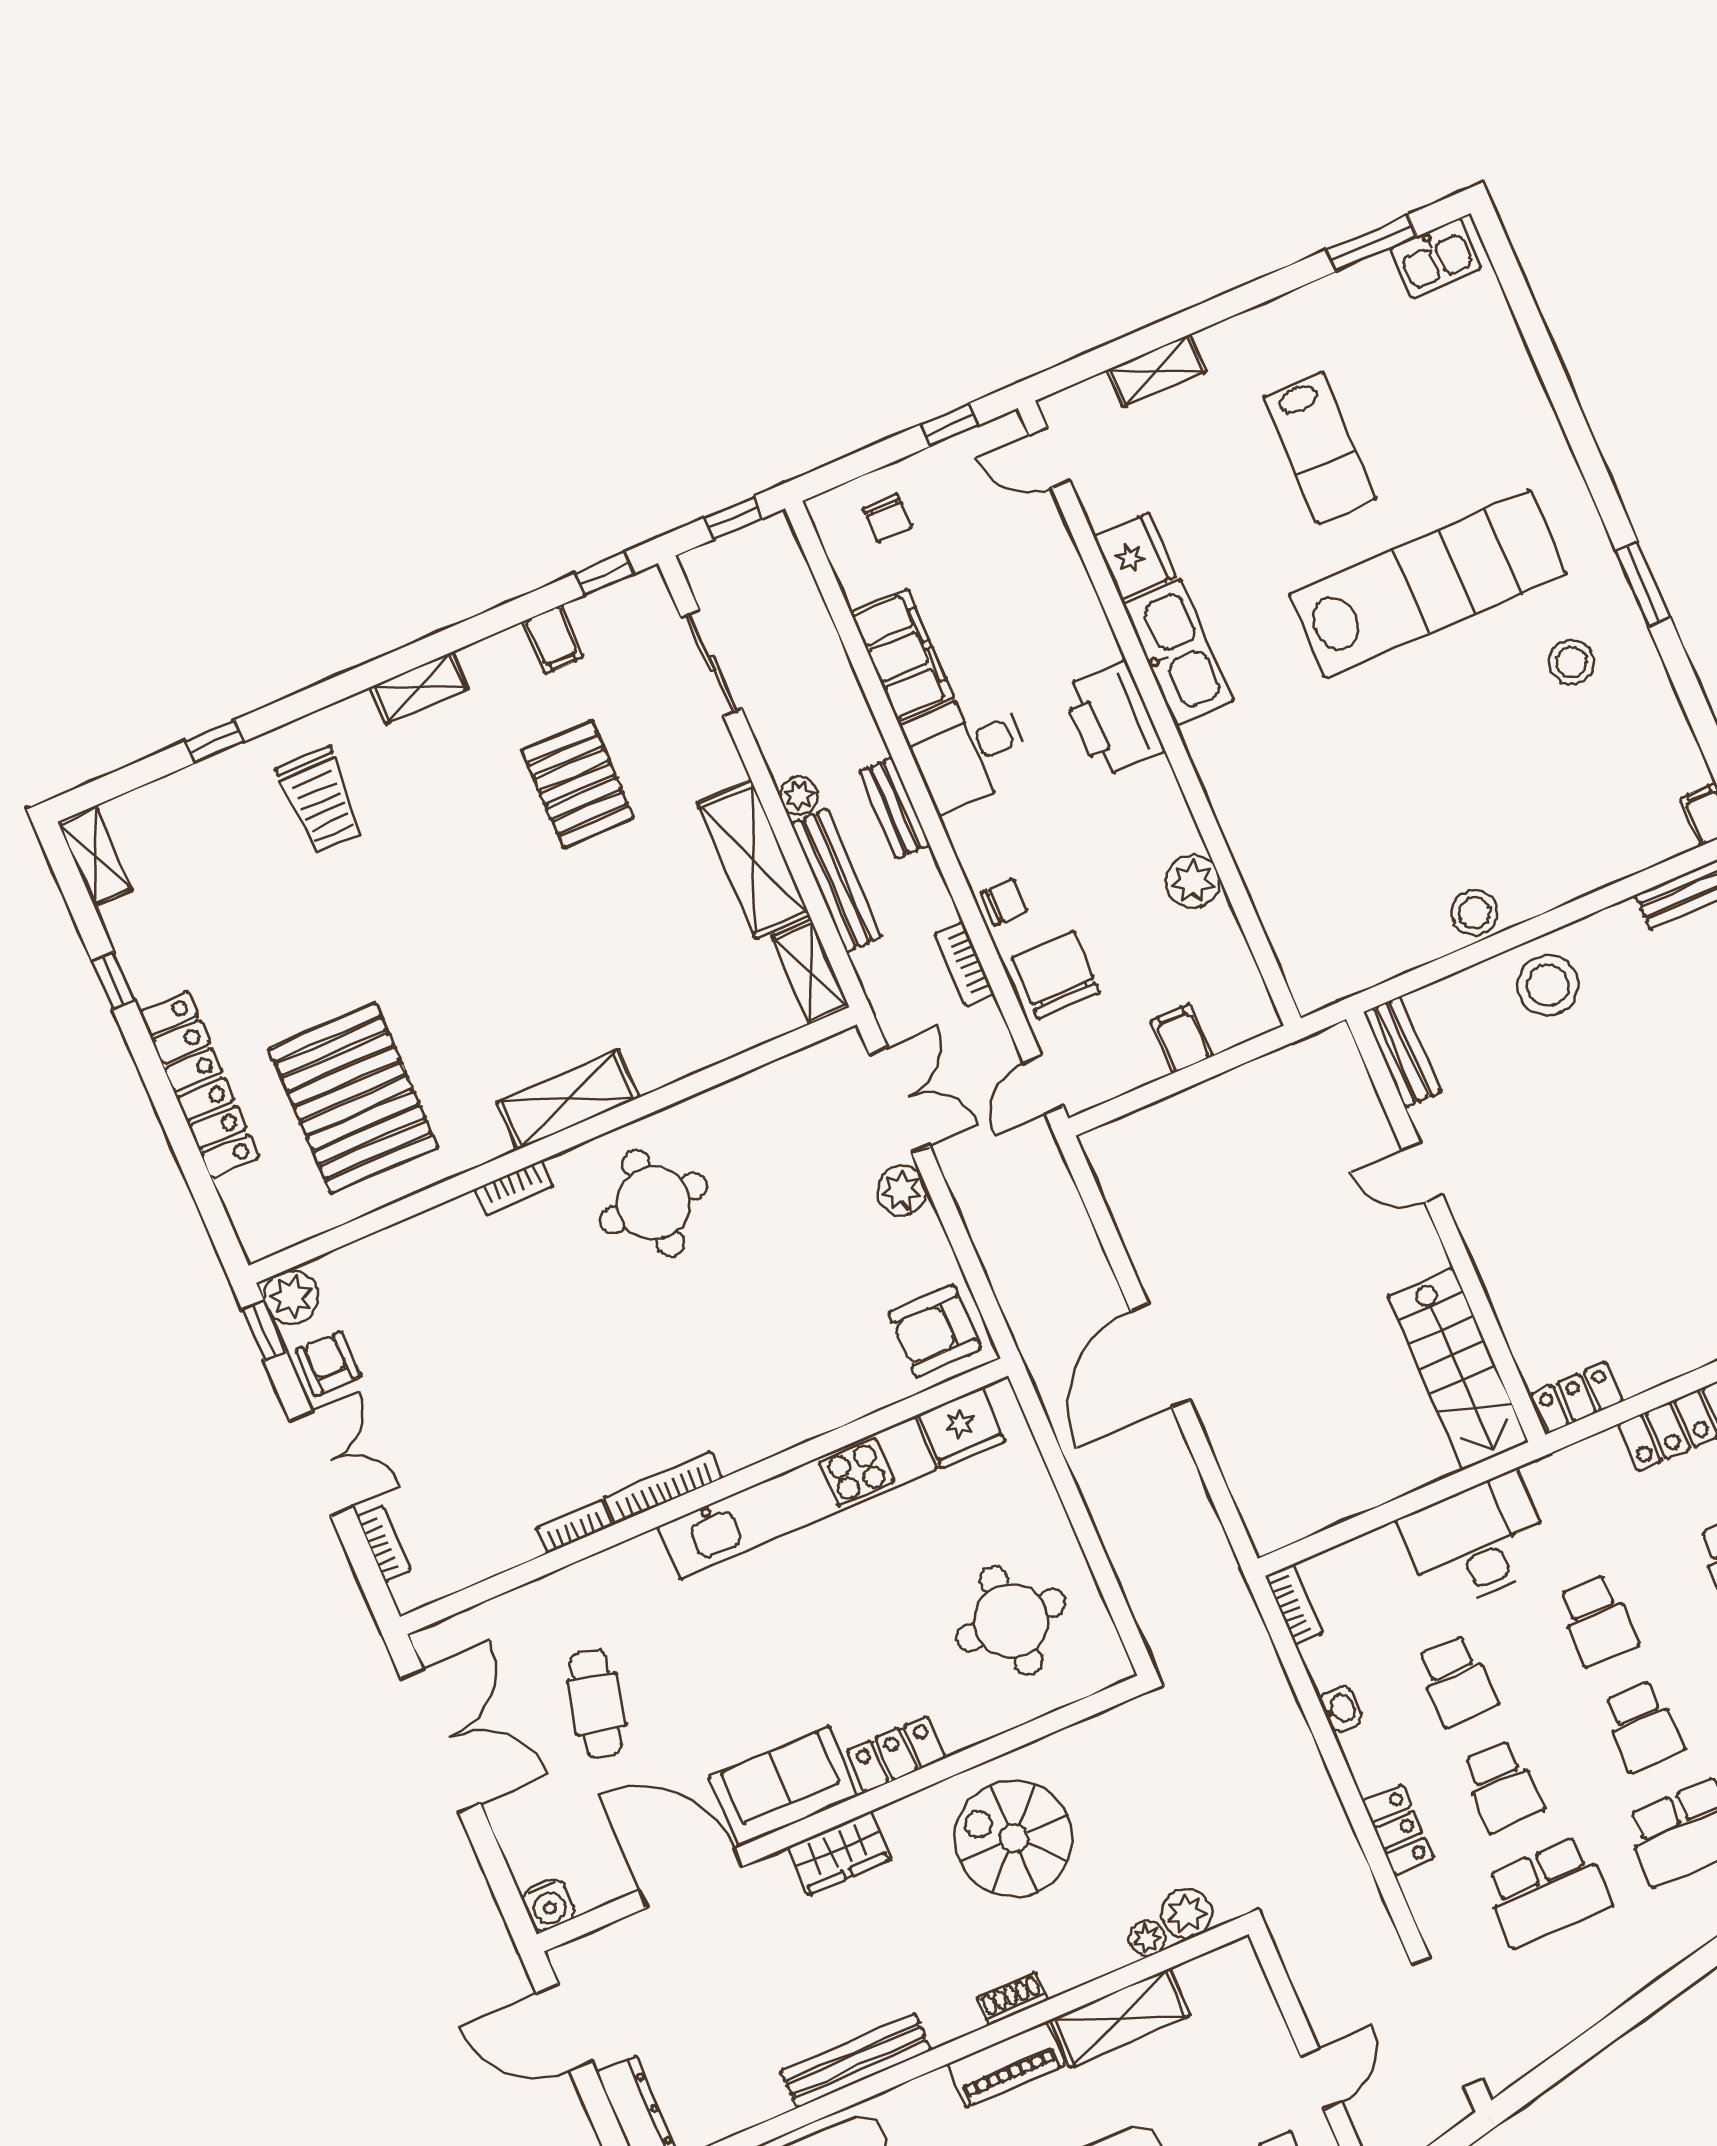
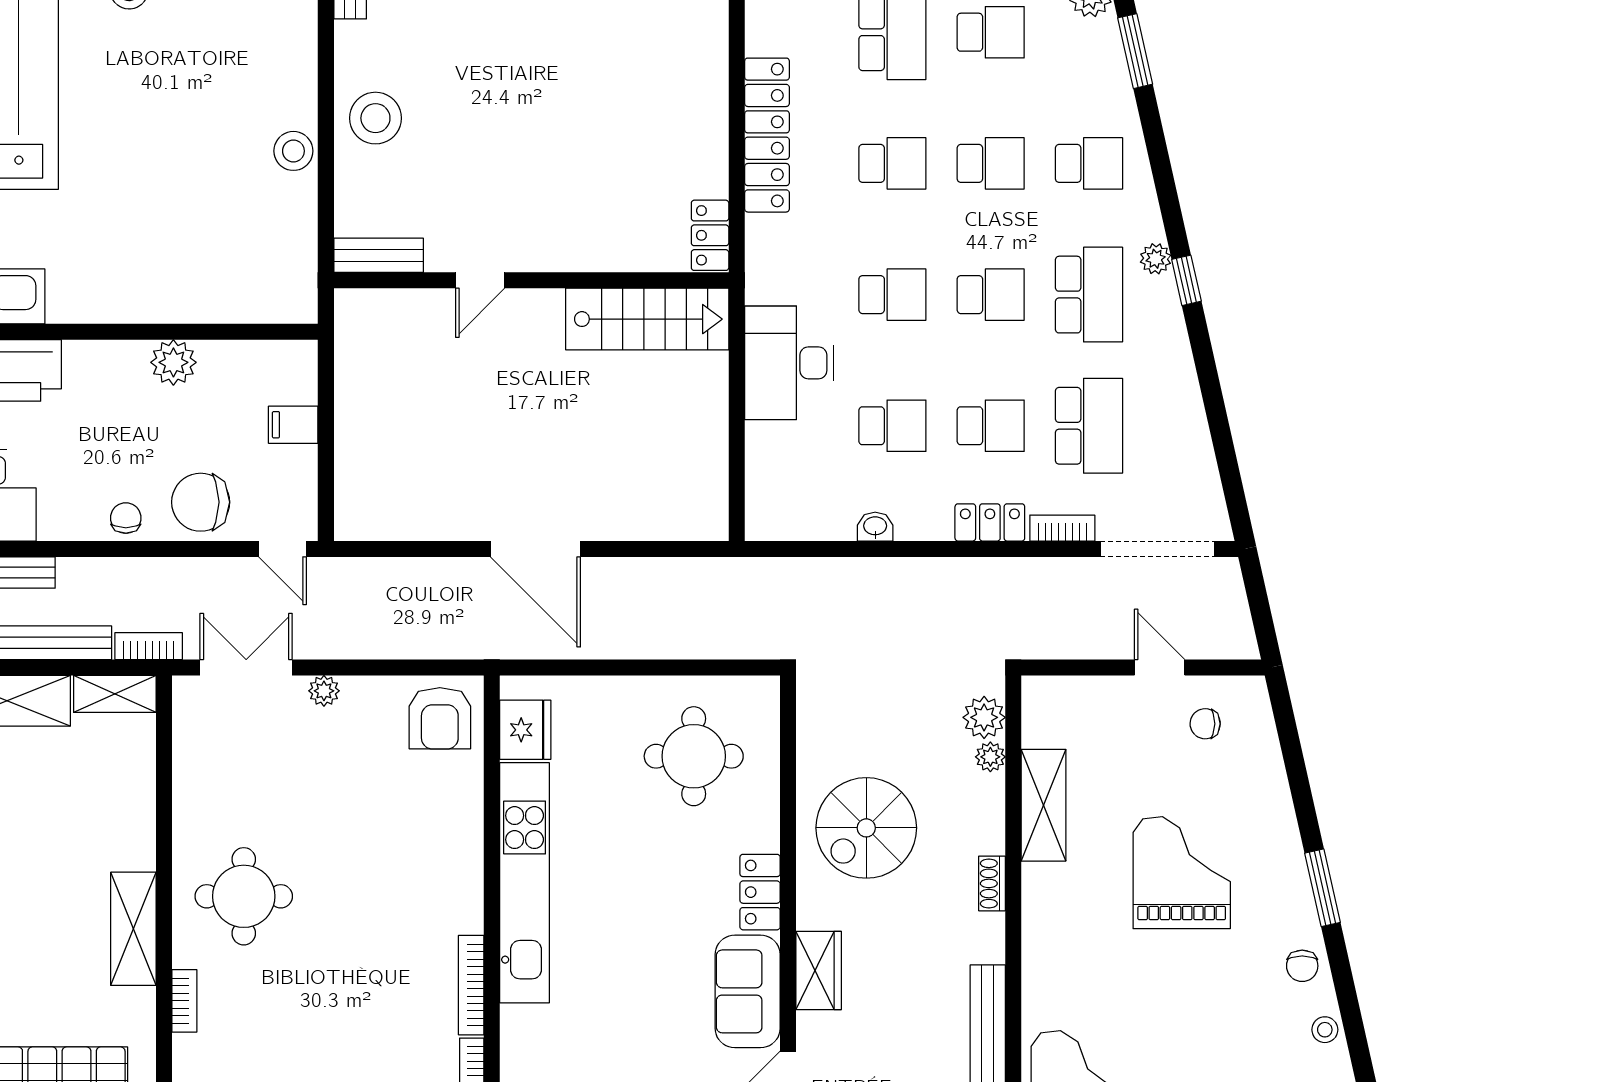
bookcase: (964, 964) -> (149, 646), moved, turned 180
plant: (902, 1191) -> (324, 691), width x0.73, depth x0.73
bookcase: (1294, 1605) -> (1062, 528), moved
piano: (1006, 2065) -> (1042, 911), removed

